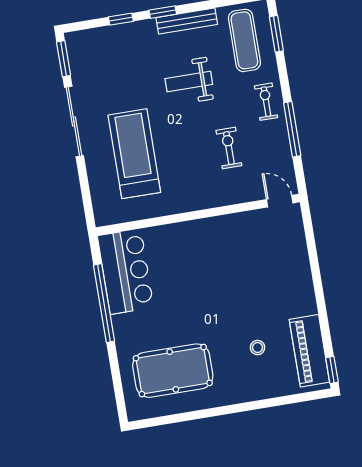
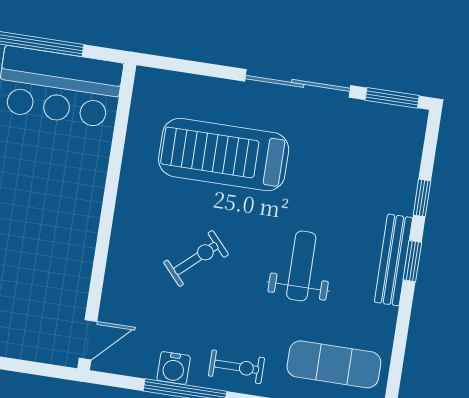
bench: (187, 21) -> (393, 260), moved
water cooler: (280, 141) -> (174, 368), added
exercise bike: (229, 148) -> (196, 258), moved, turned -42
treadmill: (134, 154) -> (224, 155), turned 180

